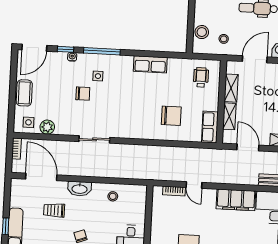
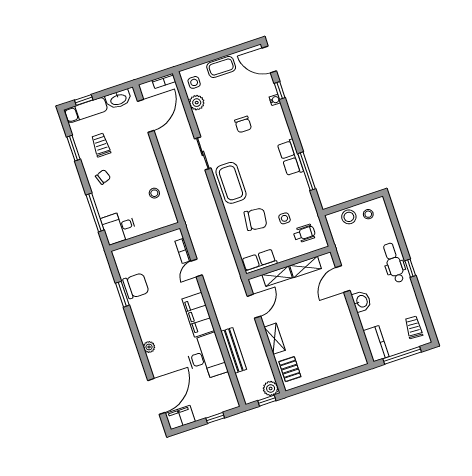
stool: (224, 39) -> (368, 214), moved
window: (102, 51) -> (307, 171), moved
door: (255, 59) -> (343, 279), swing flipped
row of seats: (150, 64) -> (290, 158), moved
side table: (98, 76) -> (284, 218), moved
chair: (171, 116) -> (255, 219), turned -83
coffee table: (130, 125) -> (231, 183), added
washbasin: (80, 189) -> (118, 99), moved, turned -90
trolley: (54, 210) -> (101, 145), moved

